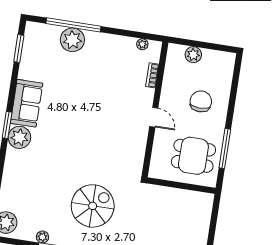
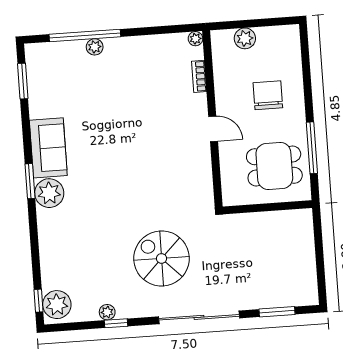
plant: (72, 40) -> (95, 47), width x0.53, depth x0.53
plant: (142, 44) -> (195, 39), moved
spiral stairs: (93, 206) -> (161, 258), turned -90

